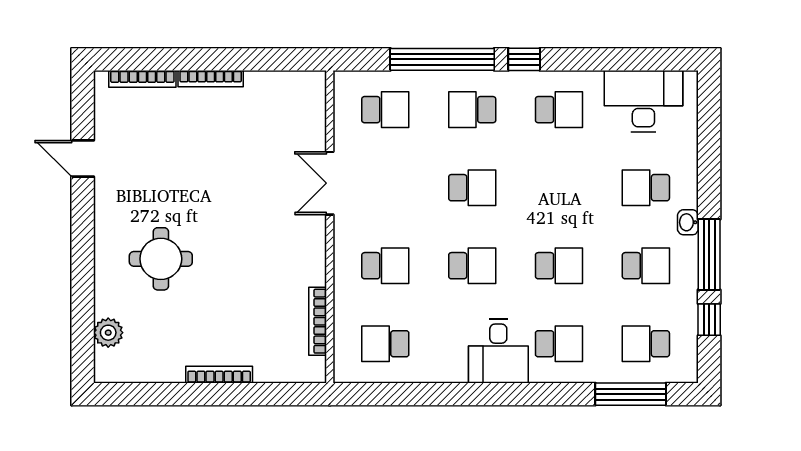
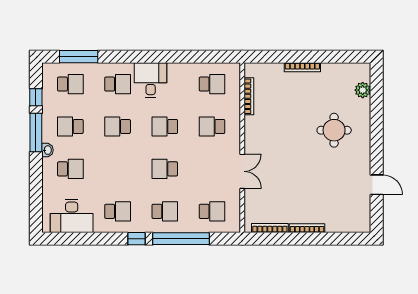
bookcase: (142, 79) -> (270, 228), moved
school desk: (385, 110) -> (212, 211), turned 180
school desk: (559, 110) -> (118, 211), turned 180
school desk: (559, 344) -> (118, 84), turned 180

